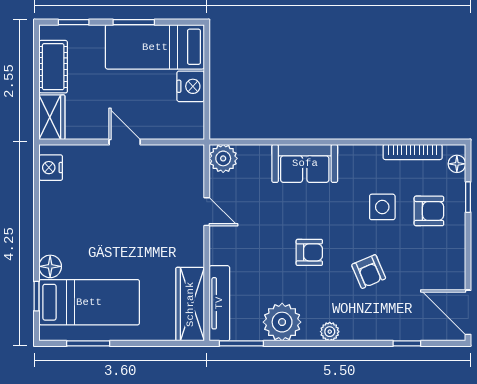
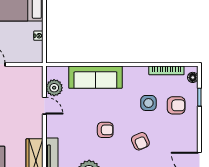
nightstand: (191, 86) -> (38, 36), width x0.53, depth x0.56
plant: (223, 158) -> (54, 88), moved
sofa: (305, 163) -> (95, 77), width x1.36

